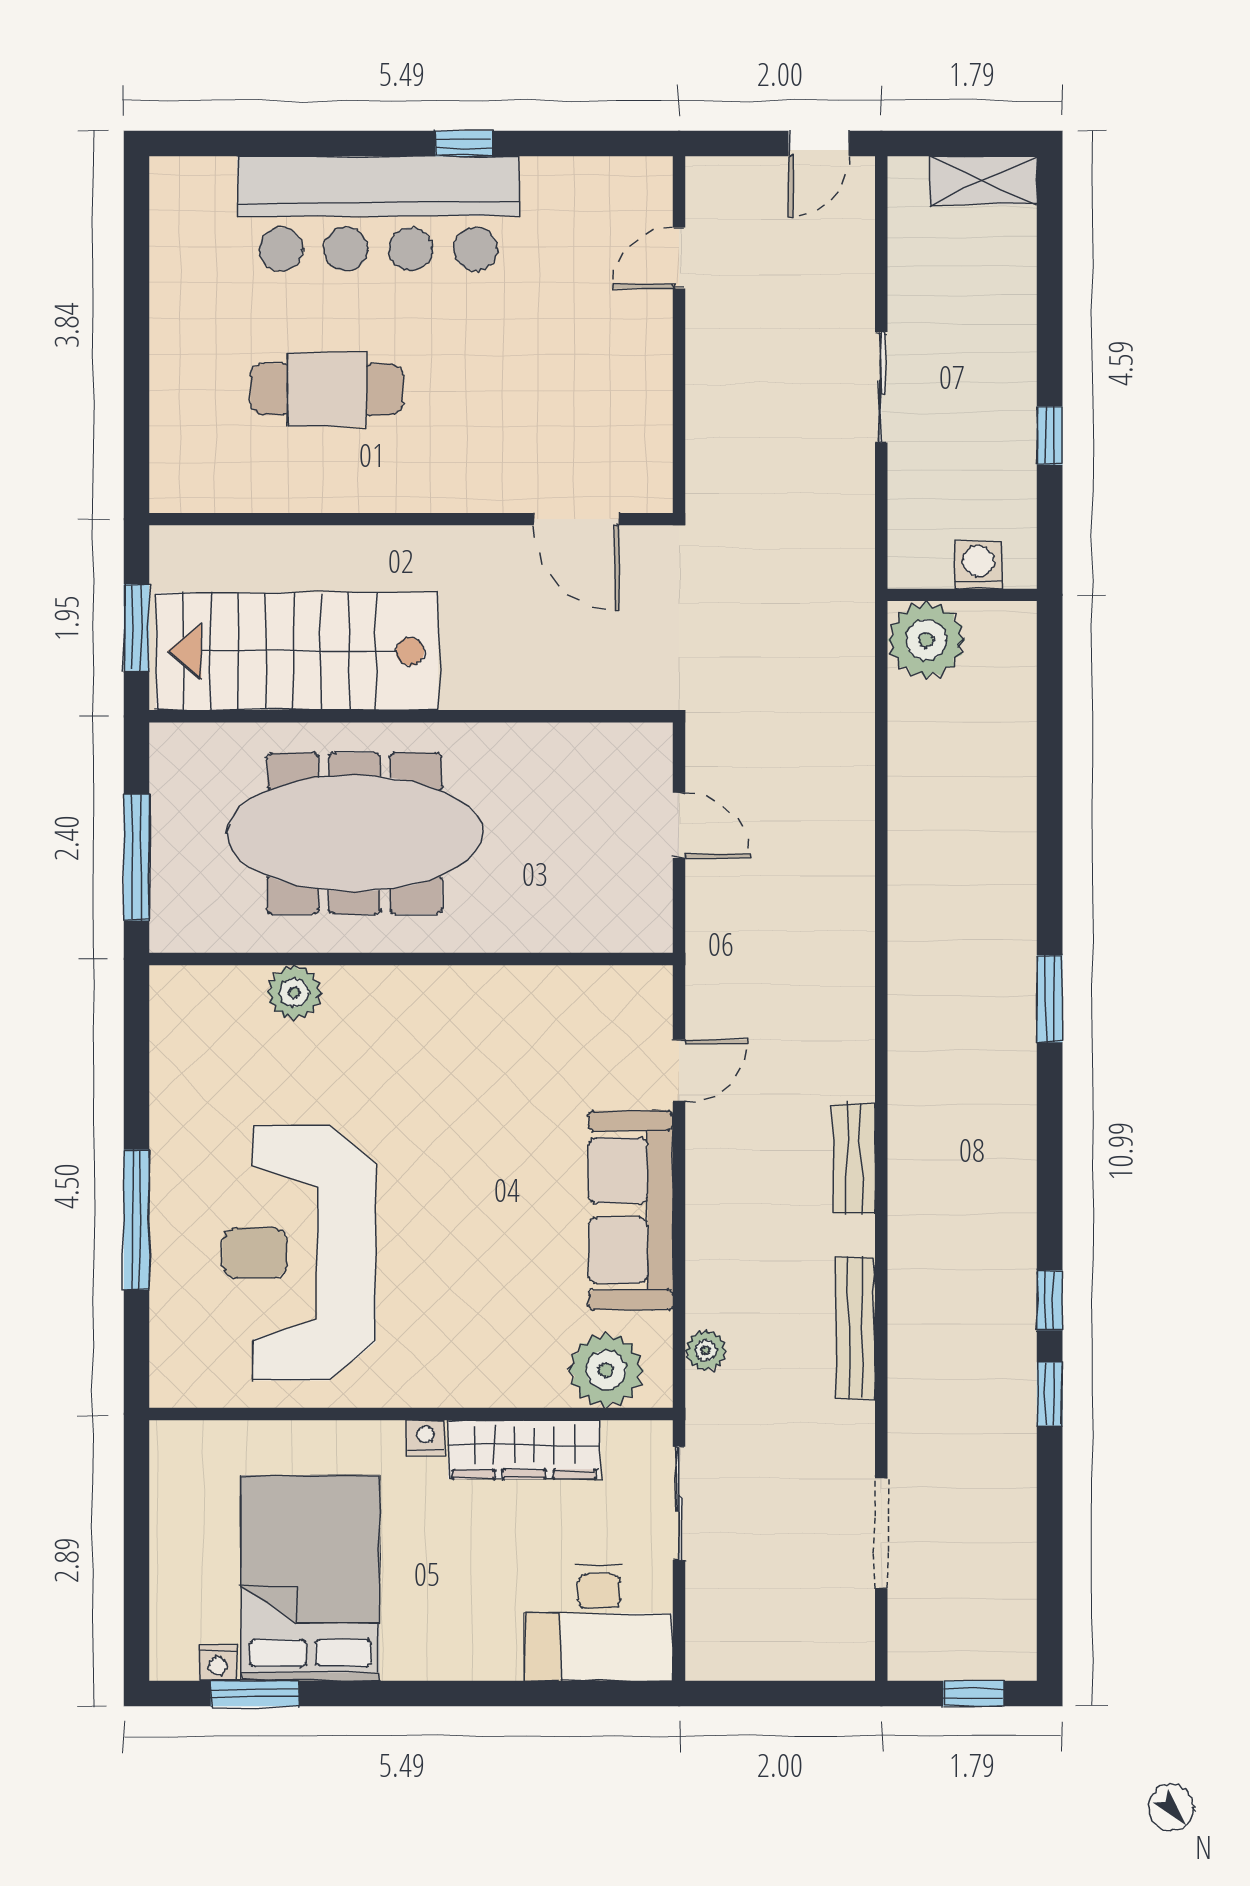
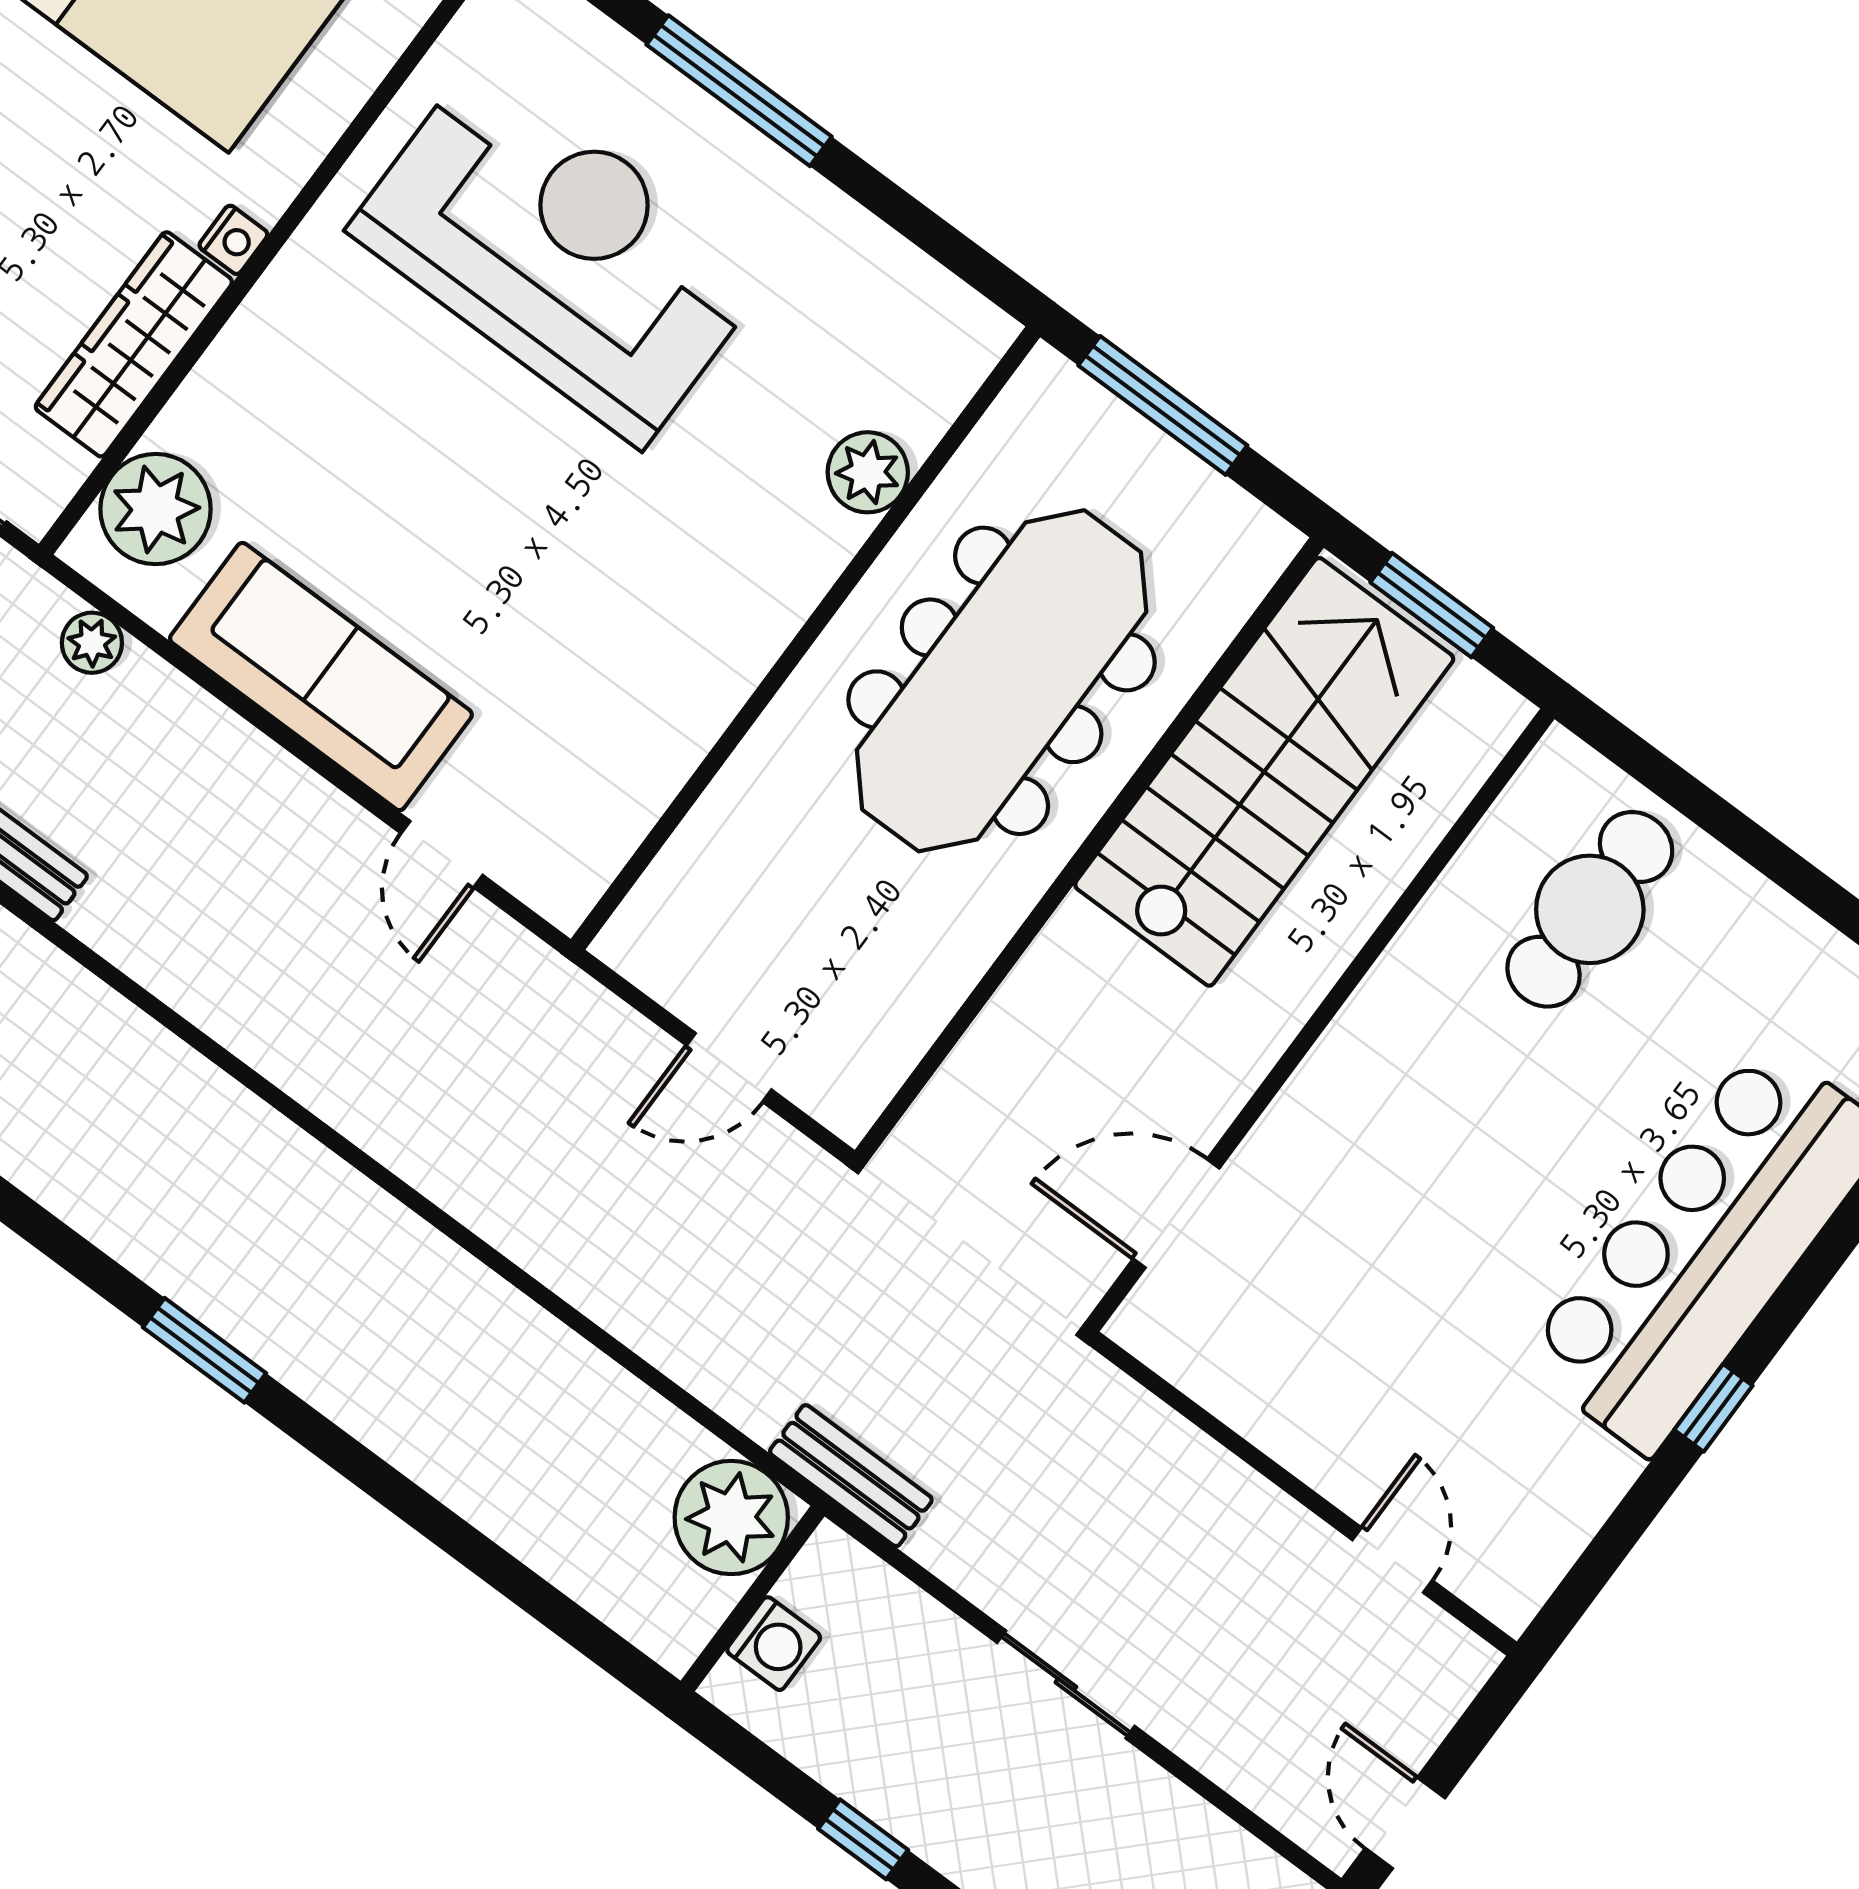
cafe table: (327, 389) -> (1590, 909), moved
bench: (854, 1159) -> (851, 1476), moved

